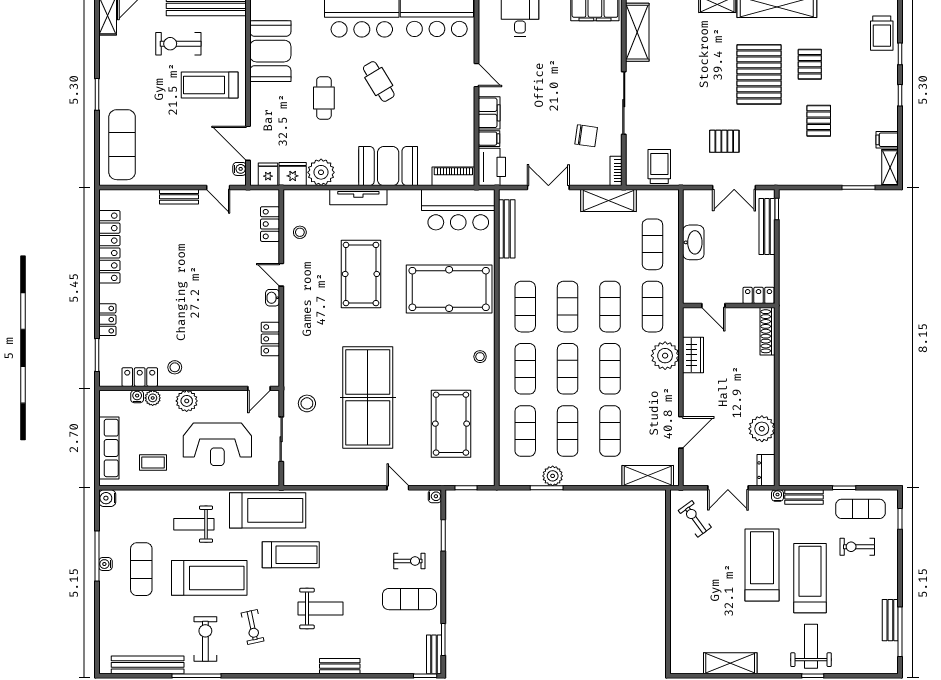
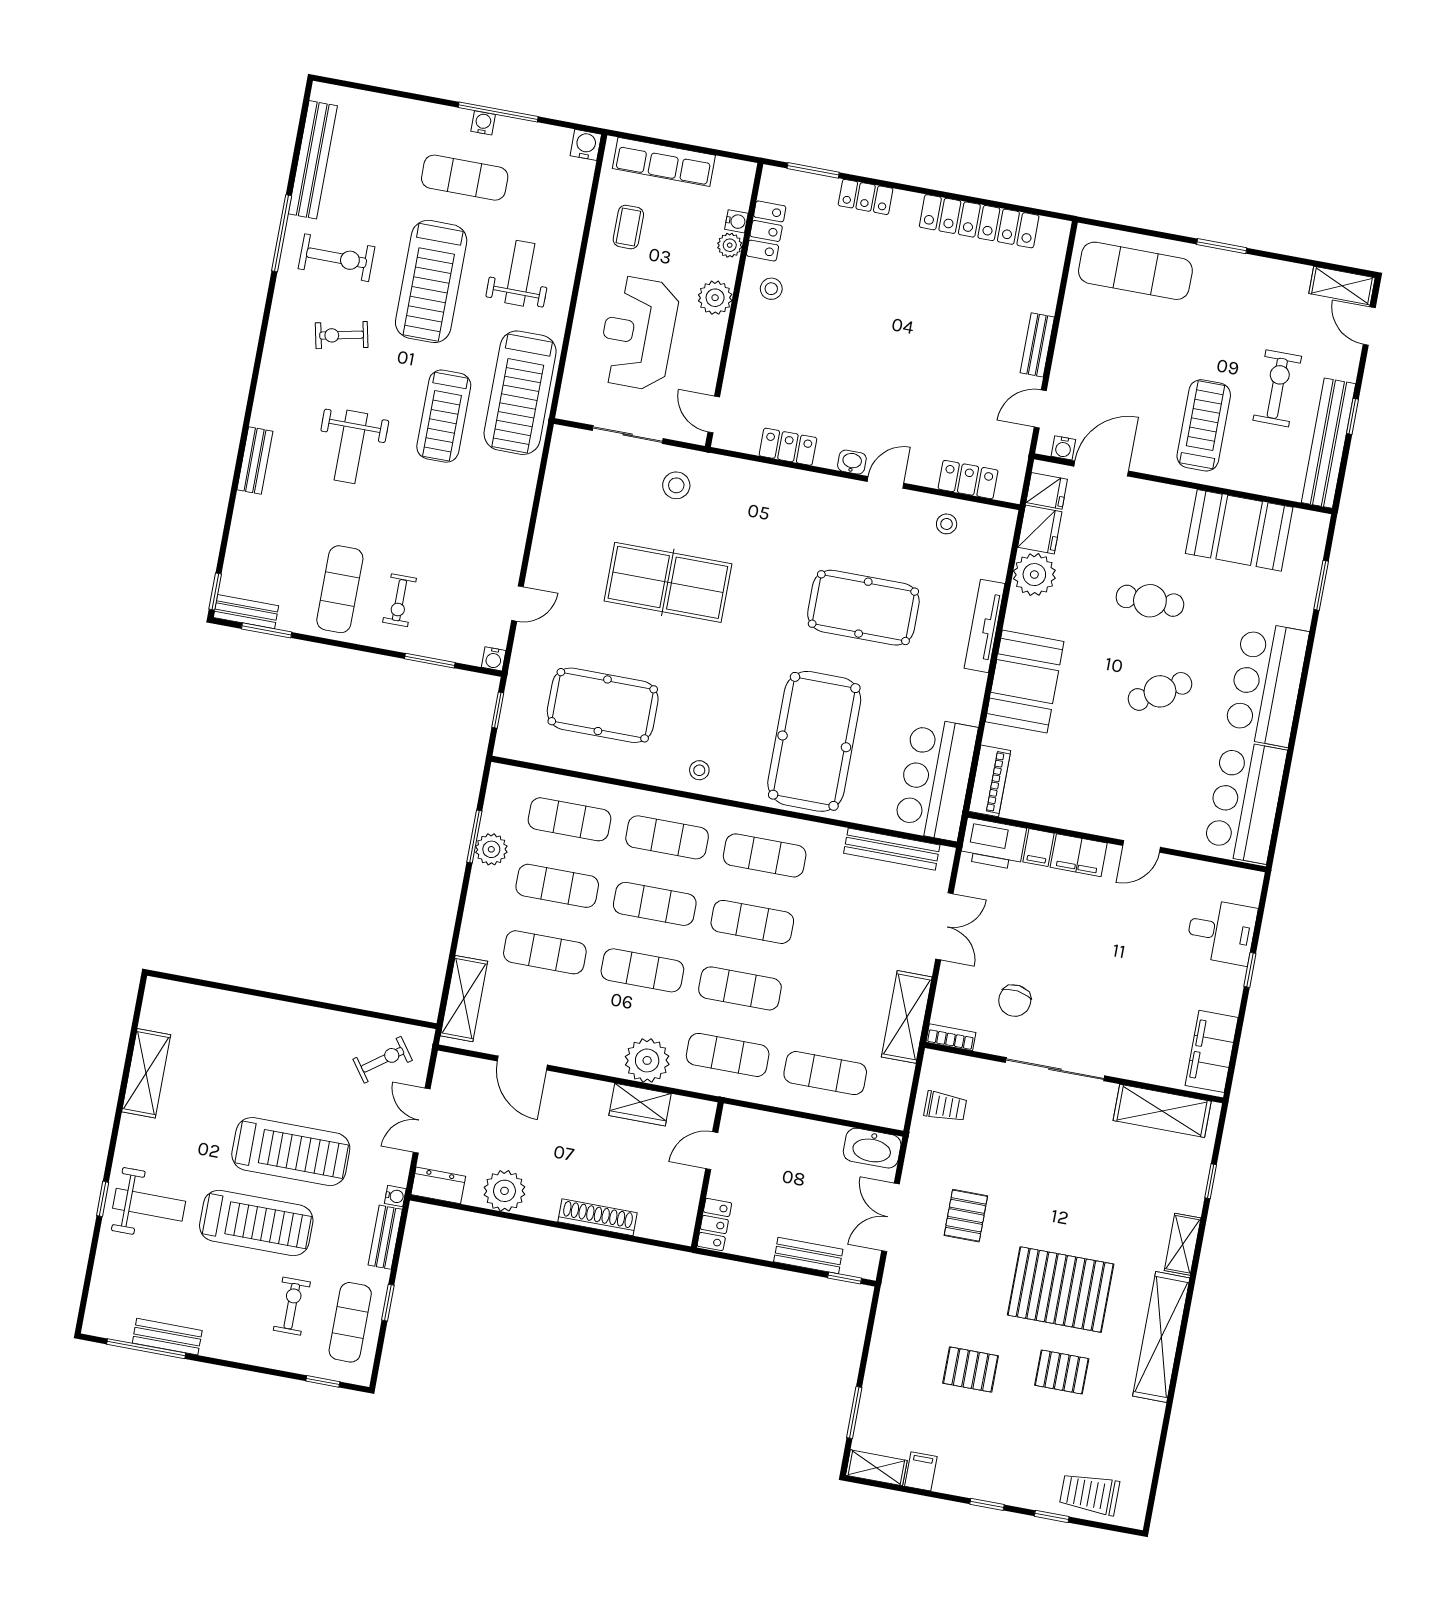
trolley: (659, 166) -> (945, 1106), width x0.73, depth x0.72
bench: (767, 226) -> (808, 1256), width x0.73
washbasin: (693, 242) -> (872, 1148), moved
shoe rack: (767, 331) -> (597, 1217), moved
table tennis table: (368, 397) -> (668, 582), width x0.73, depth x0.76

